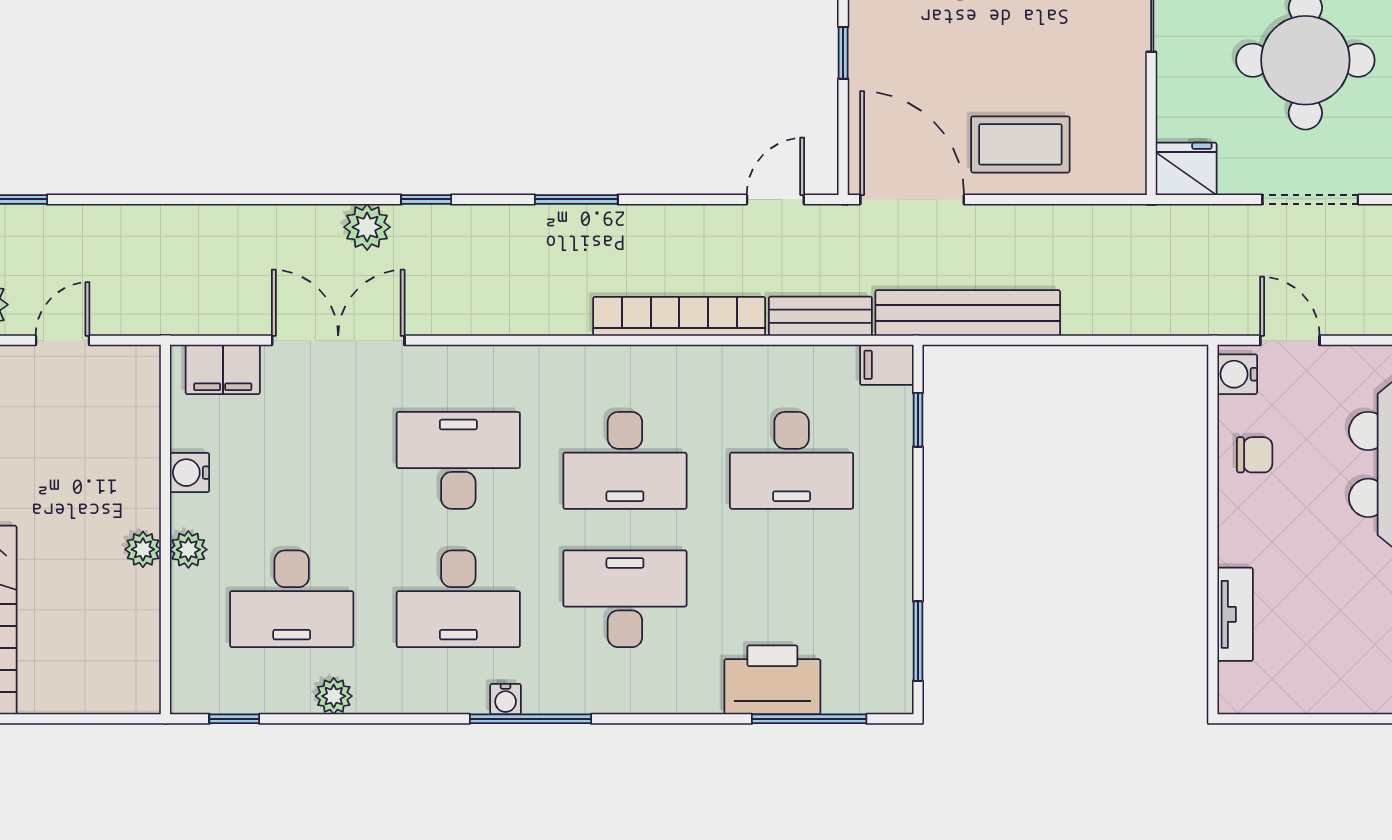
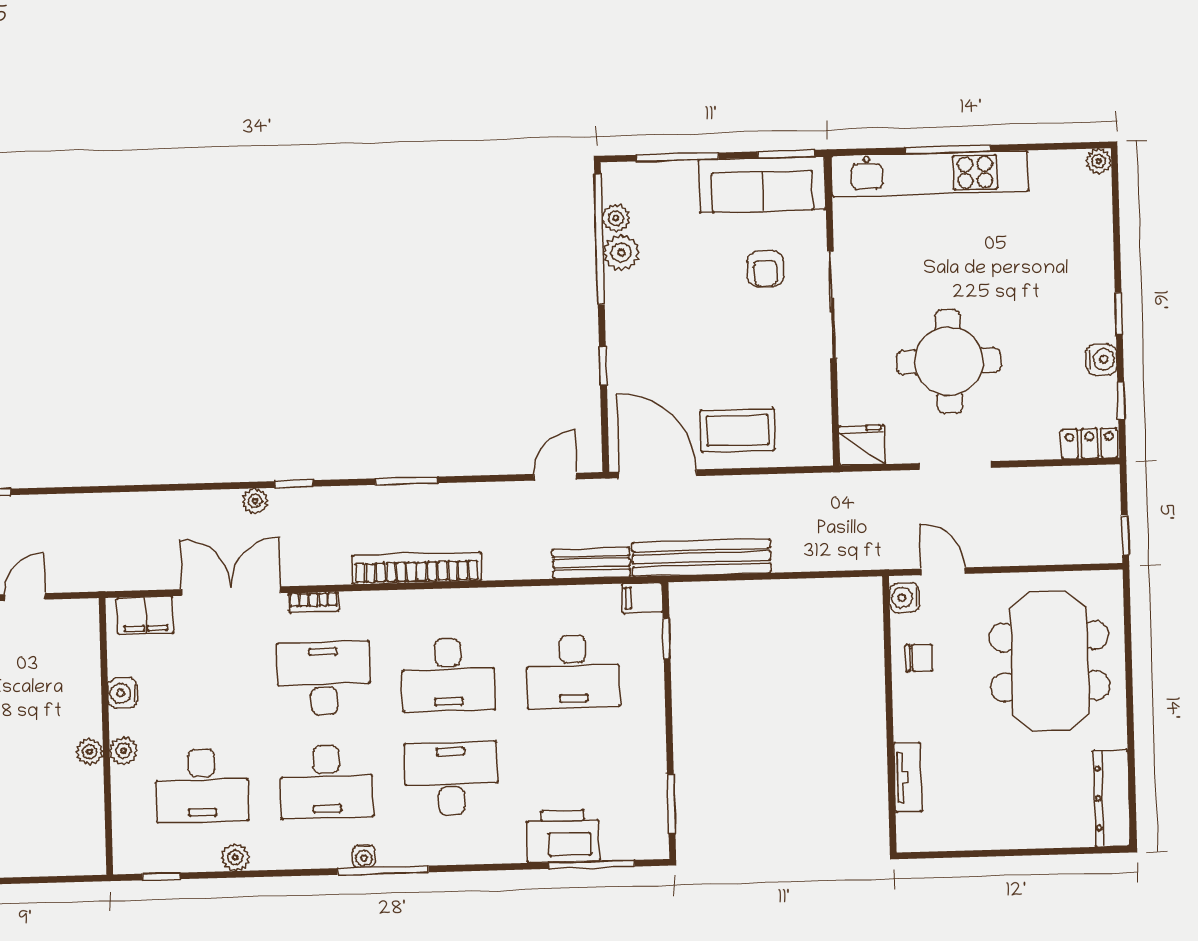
plant: (367, 227) -> (255, 501), width x0.73, depth x0.73
bookcase: (679, 316) -> (417, 568), moved
bookcase: (448, 358) -> (313, 602), added

